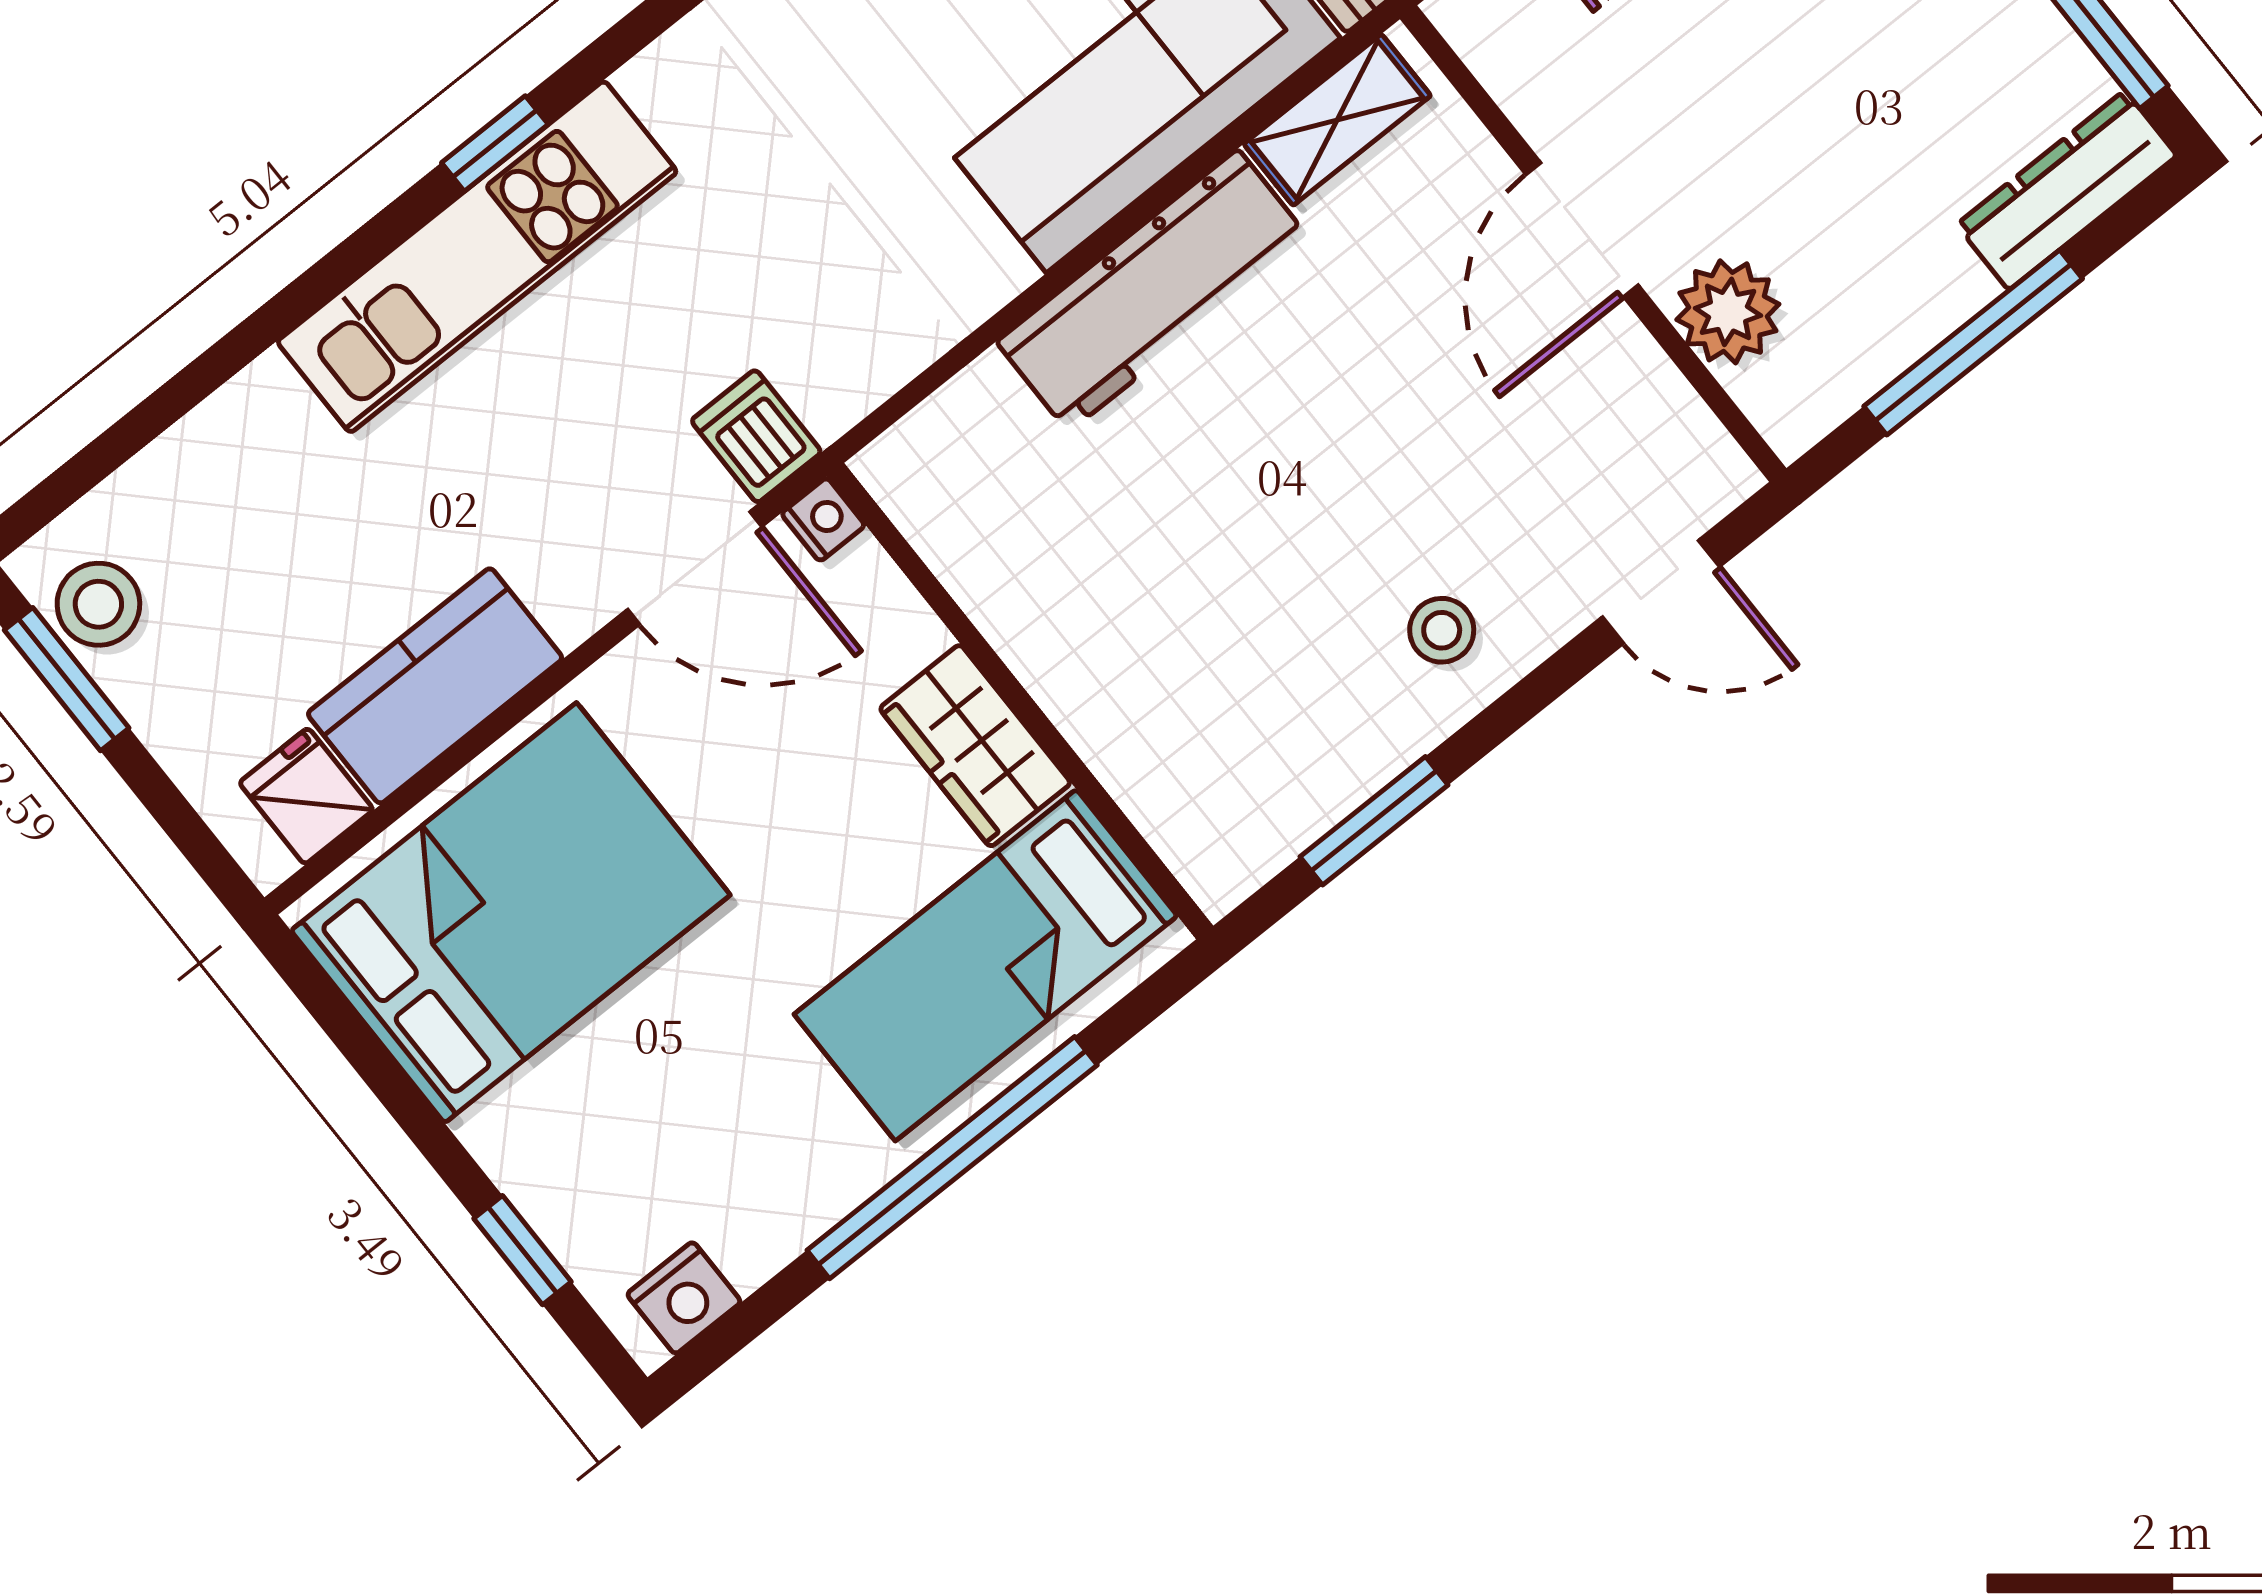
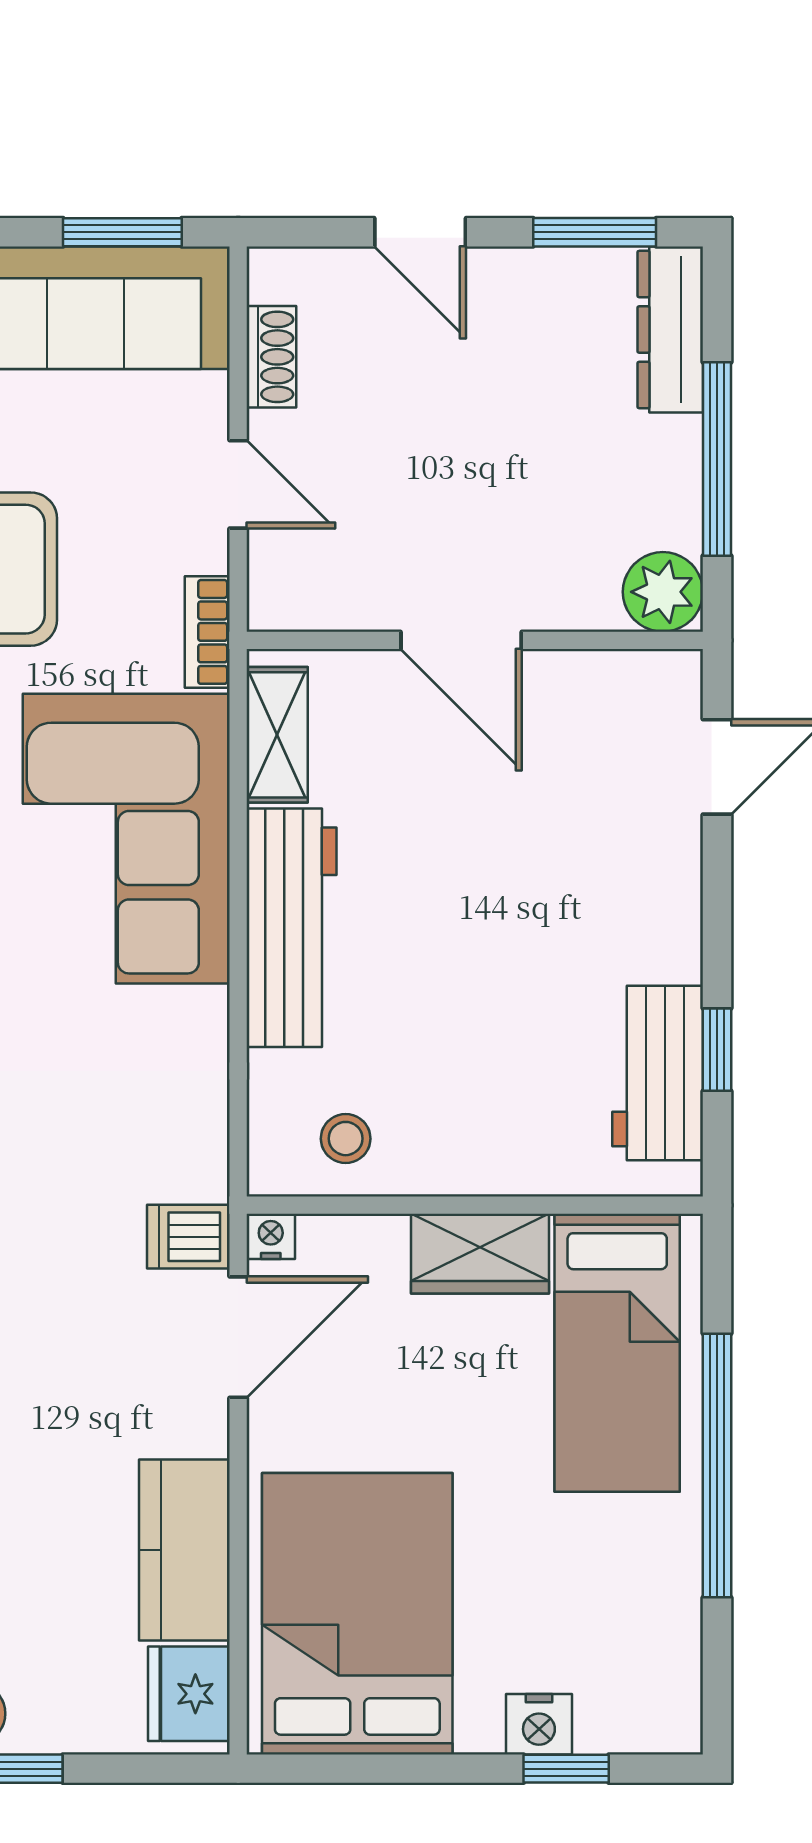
plant: (1728, 312) -> (663, 592), moved
stool: (1442, 630) -> (346, 1139), moved
workbench: (1302, 780) -> (658, 1073), added
fridge: (306, 796) -> (189, 1694), width x1.38
window: (1374, 821) -> (717, 1050), width x0.67
nightstand: (684, 1298) -> (539, 1724), moved, turned 90

